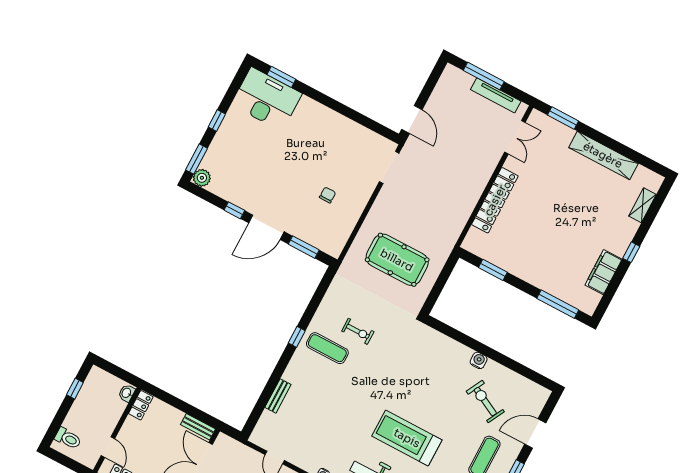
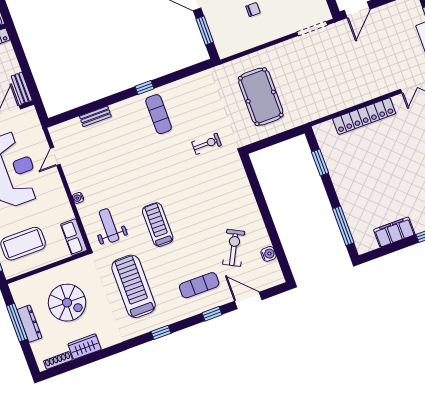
exercise bike: (358, 331) -> (207, 144), moved, turned -90
water cooler: (479, 360) -> (268, 254), moved
treadmill: (407, 438) -> (158, 225), width x0.73, depth x0.73

